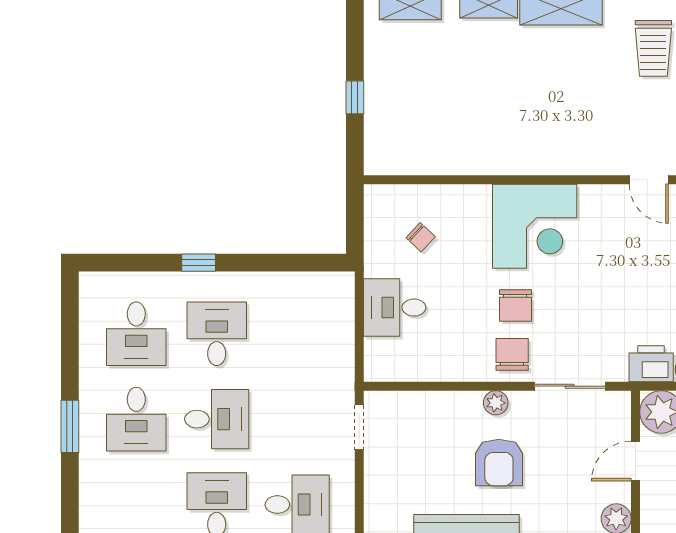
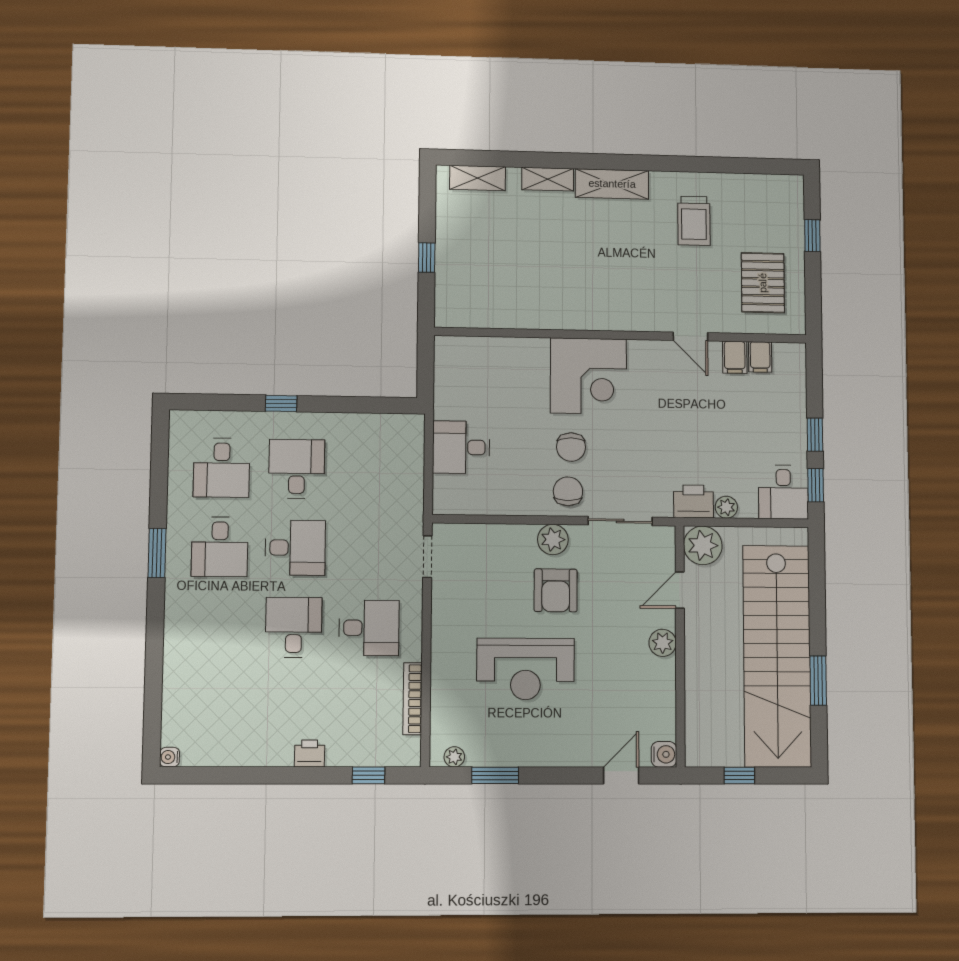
chair: (421, 237) -> (485, 384), removed
plant: (496, 403) -> (553, 540), width x1.38, depth x1.38

